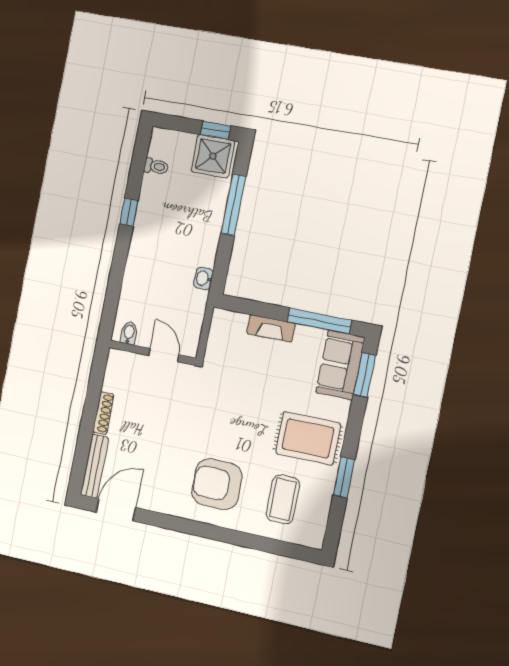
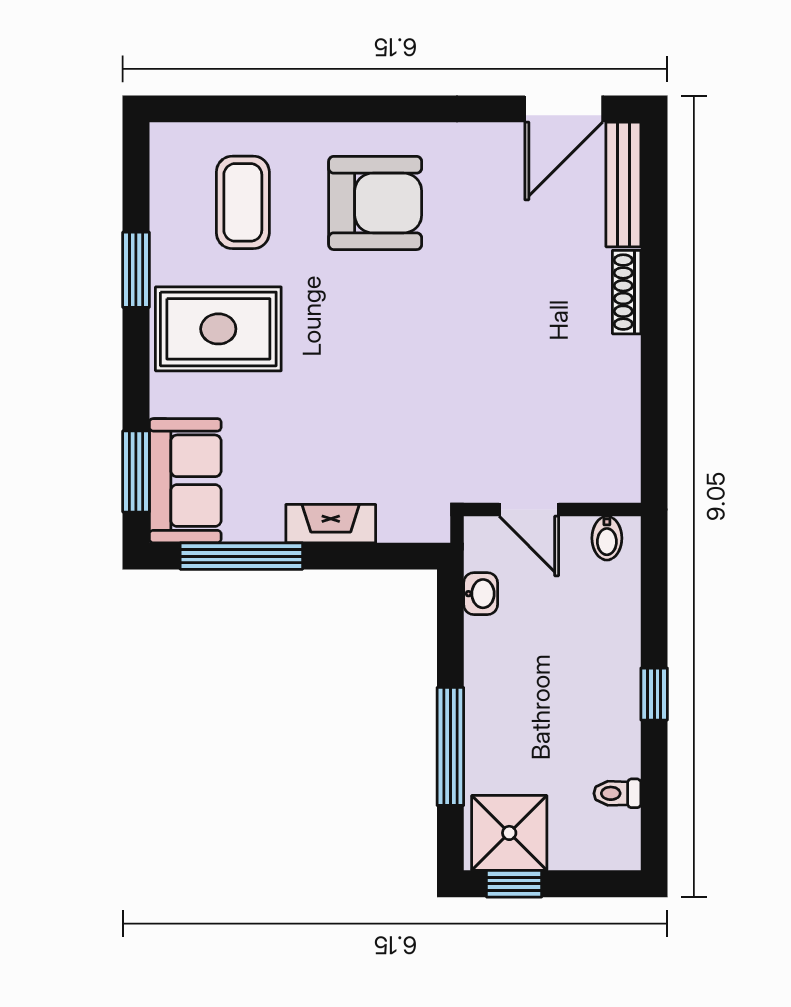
bidet: (129, 333) -> (607, 538), moved
wall: (152, 353) -> (552, 510), moved
door: (164, 355) -> (529, 510), moved

